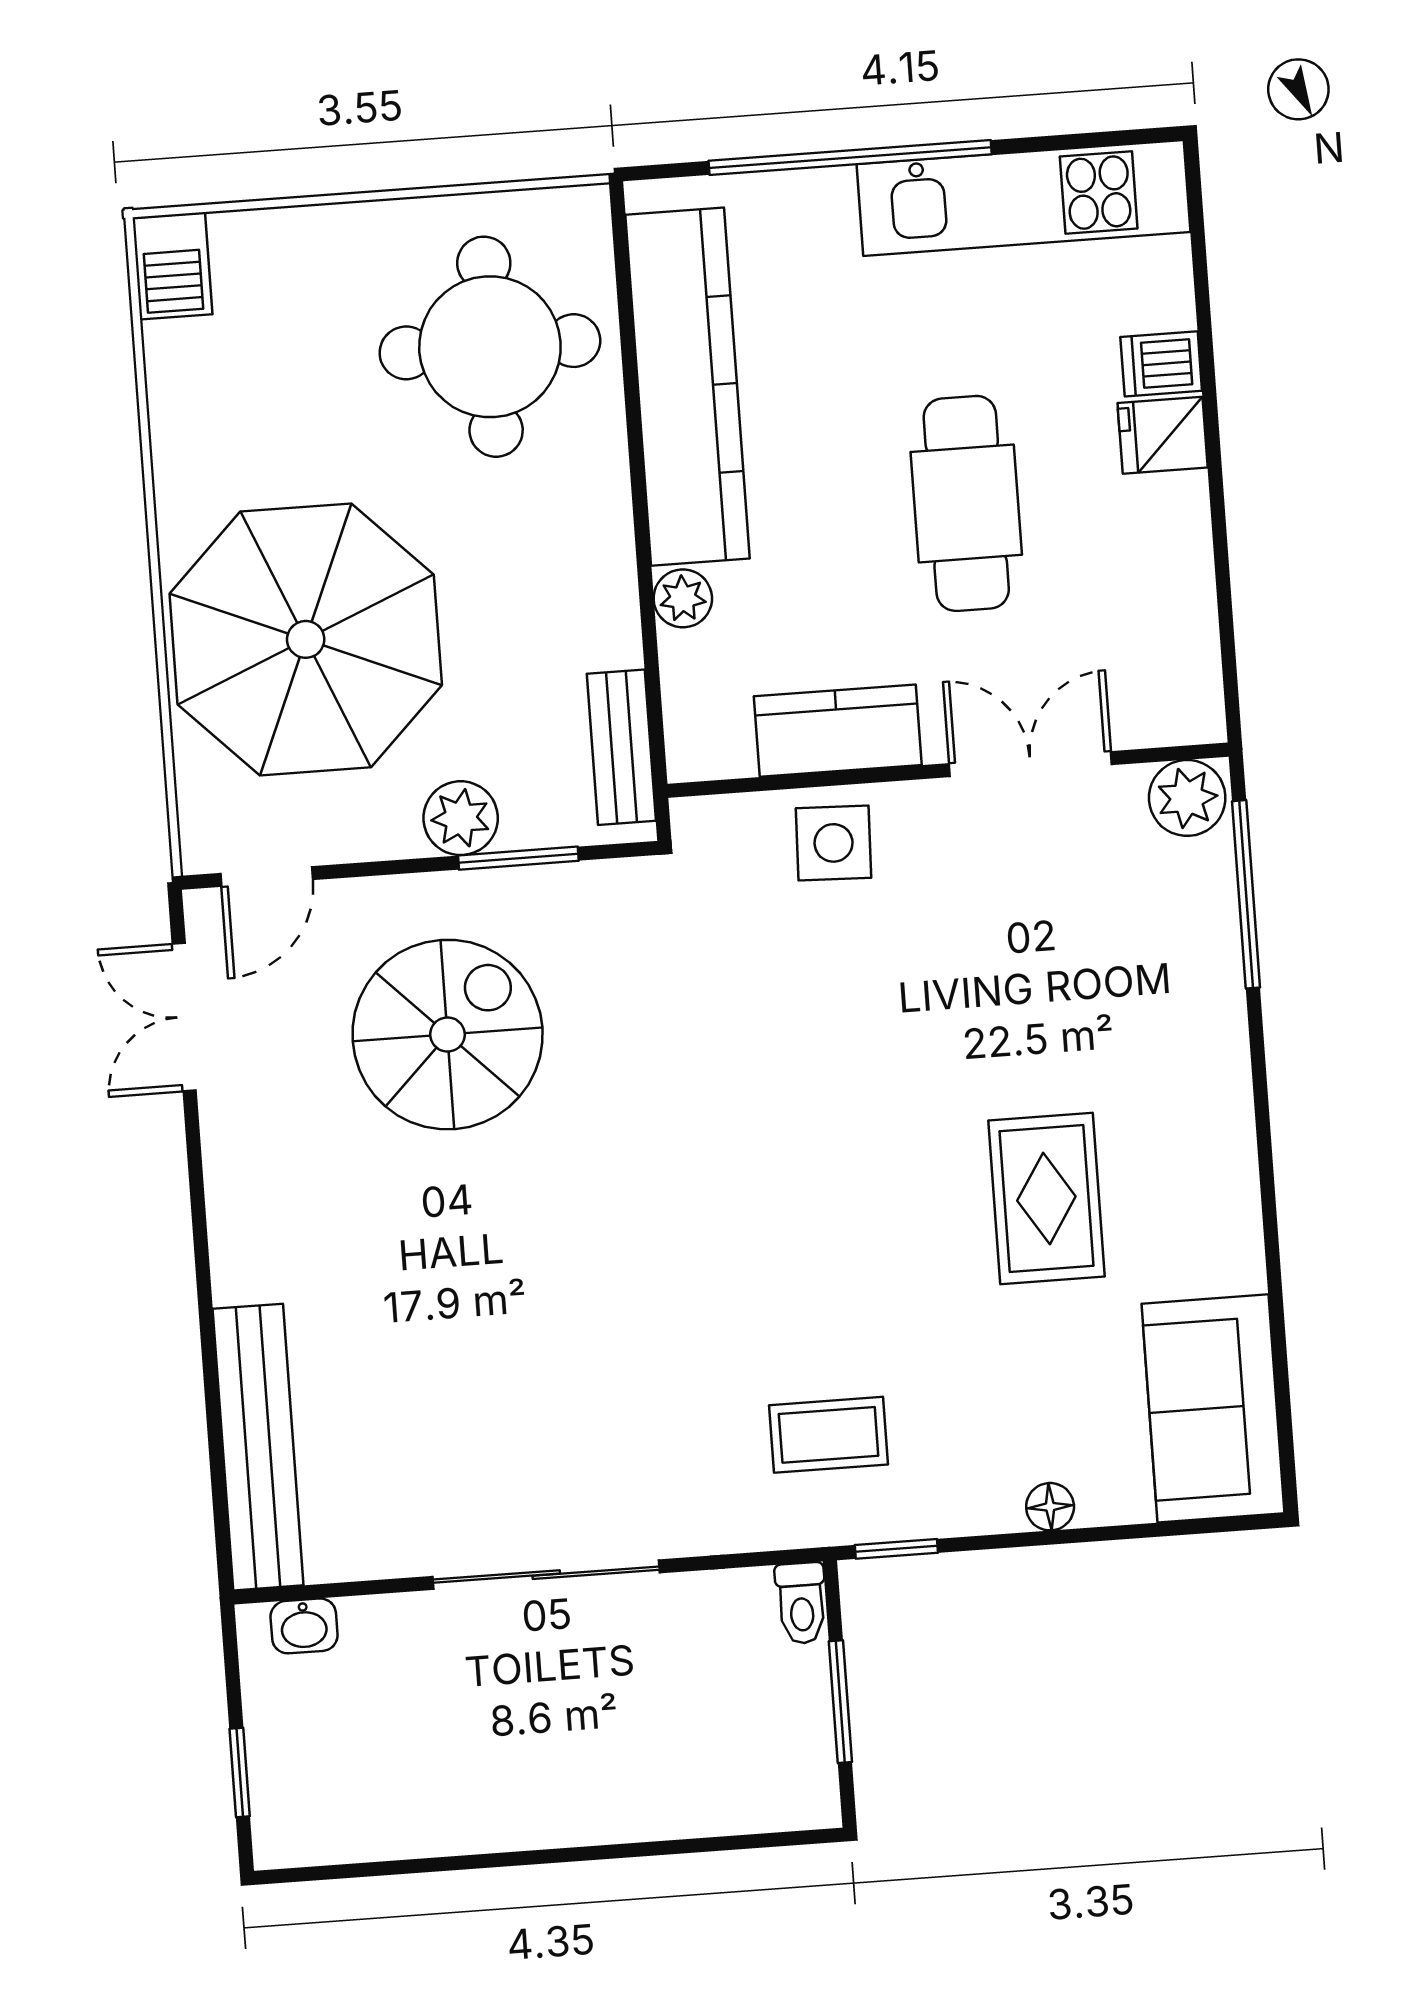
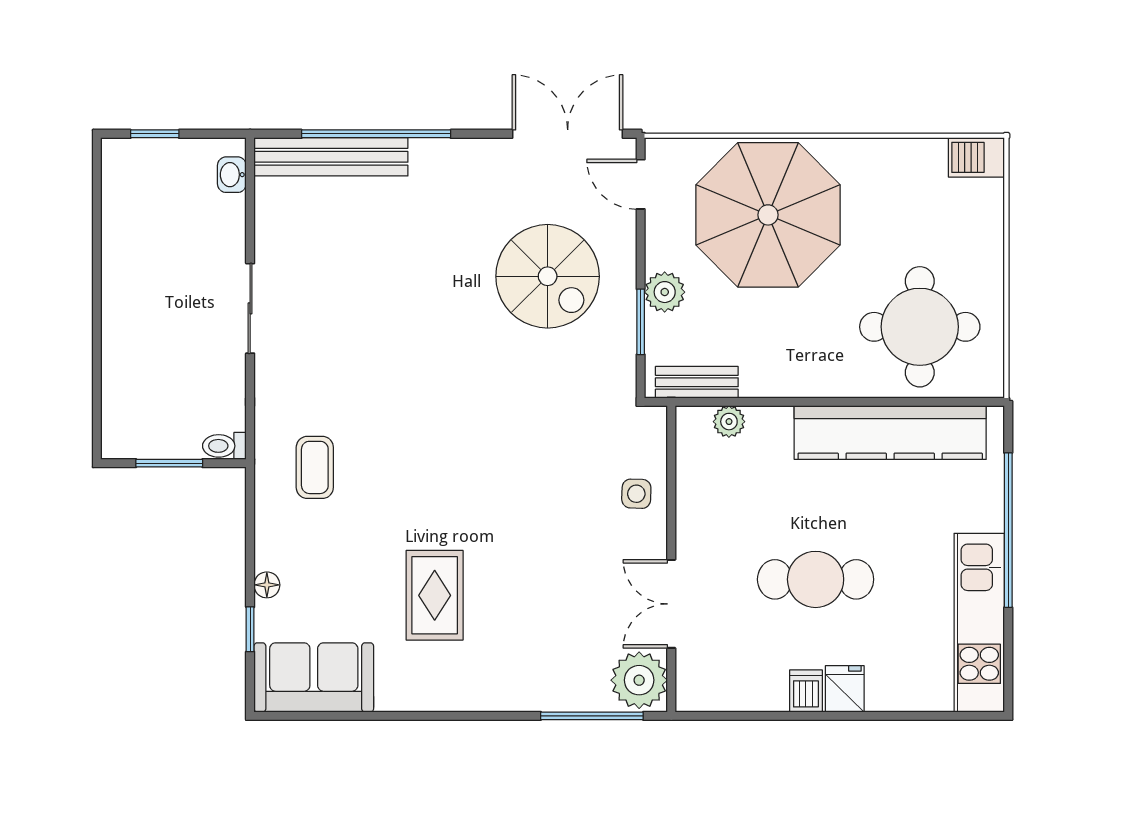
dishwasher: (1161, 364) -> (806, 691), moved
plant: (683, 598) -> (729, 422), moved
kitchen counter: (838, 731) -> (697, 500), removed
double door: (1030, 764) -> (671, 604), swing flipped
plant: (1187, 798) -> (639, 680), width x1.36, depth x1.36
side table: (834, 843) -> (636, 494), width x0.73, depth x0.73
double door: (184, 1017) -> (568, 134), width x1.37
rug: (1046, 1198) -> (435, 595), turned 90
window: (210, 1367) -> (376, 134), added
window: (896, 1549) -> (250, 629), moved
sliding door: (546, 1575) -> (250, 308), width x0.73

